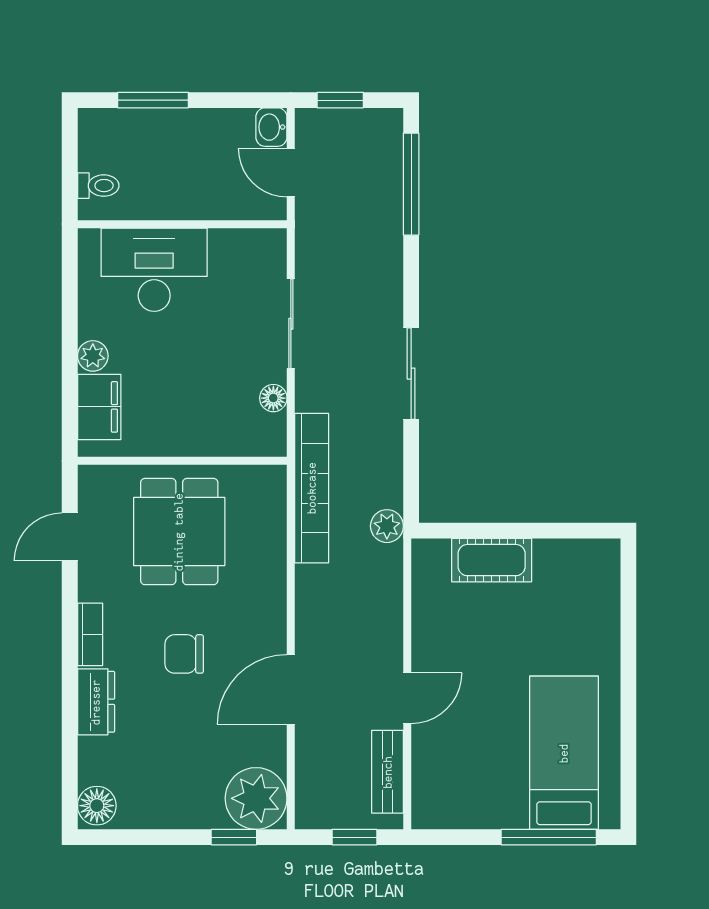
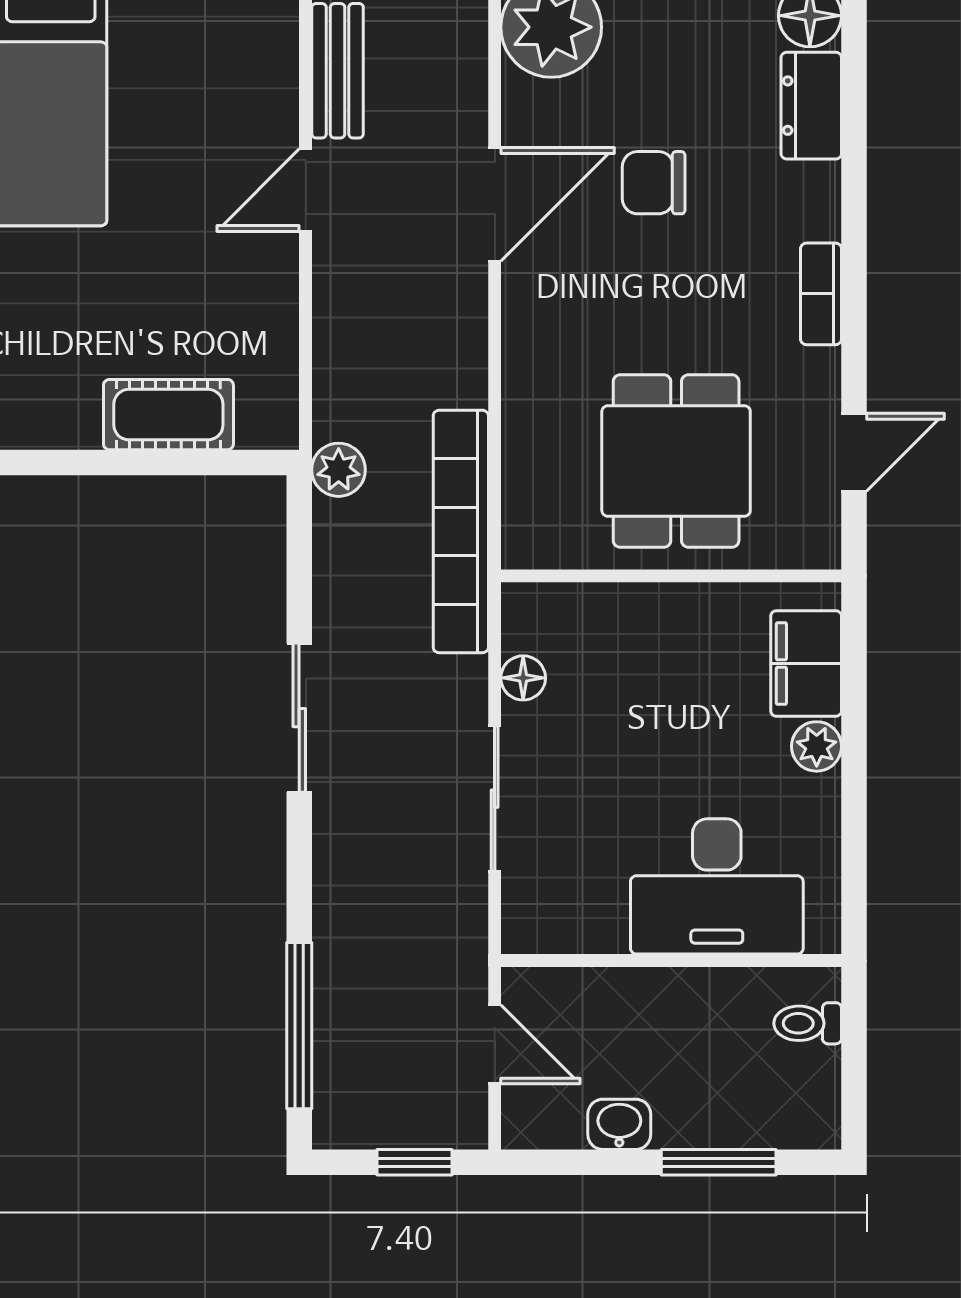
washbasin: (271, 127) -> (619, 1124), moved, turned -90
chair: (184, 654) -> (654, 183), moved, turned 180
dresser: (96, 702) -> (811, 106), moved

